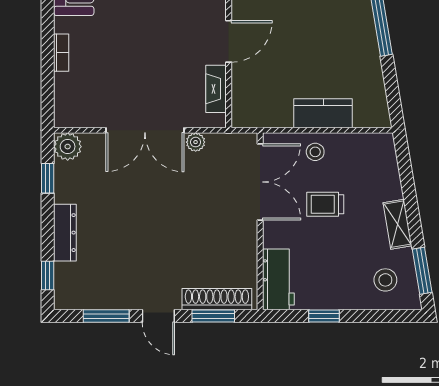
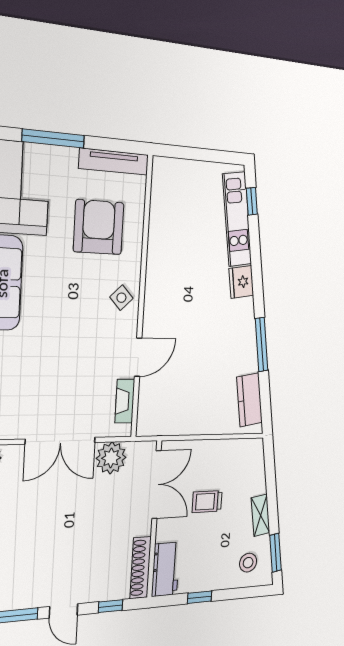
kitchen counter: (323, 113) -> (249, 400), moved, turned -99
plant: (196, 142) -> (111, 458), width x1.88, depth x1.88
stool: (315, 152) -> (202, 456), removed
shoe rack: (217, 299) -> (141, 568), moved, turned -90
window: (213, 316) -> (110, 606), width x0.67

